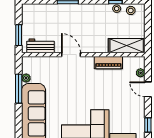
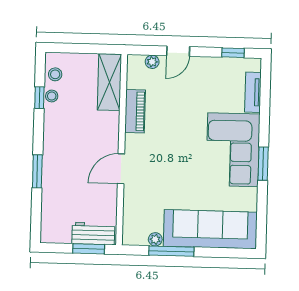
workbench: (41, 46) -> (93, 233), moved, turned 90

